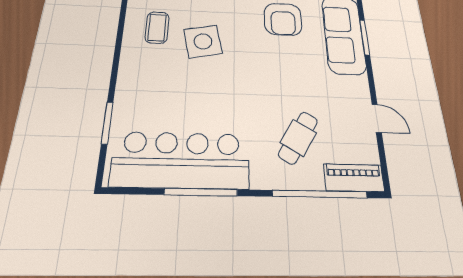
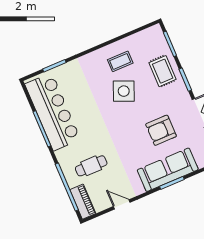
side table: (203, 41) -> (124, 91), turned 35
door: (377, 118) -> (122, 204), swing flipped
cafe table: (298, 138) -> (91, 166), turned -31

